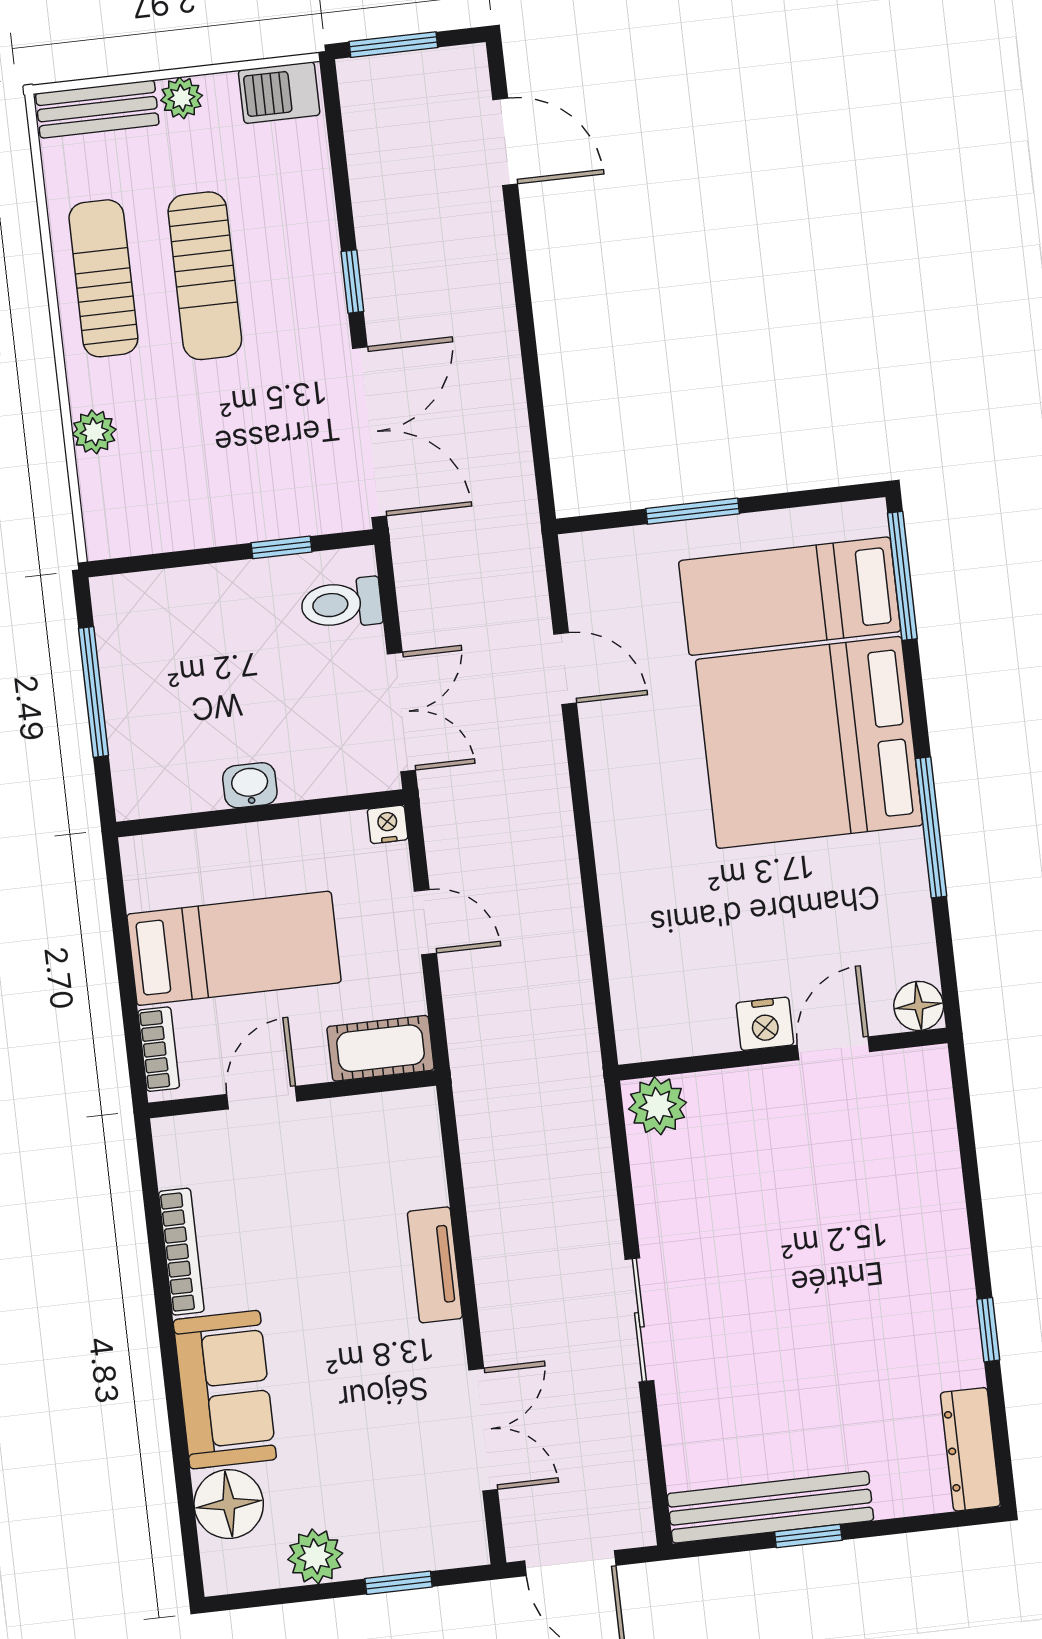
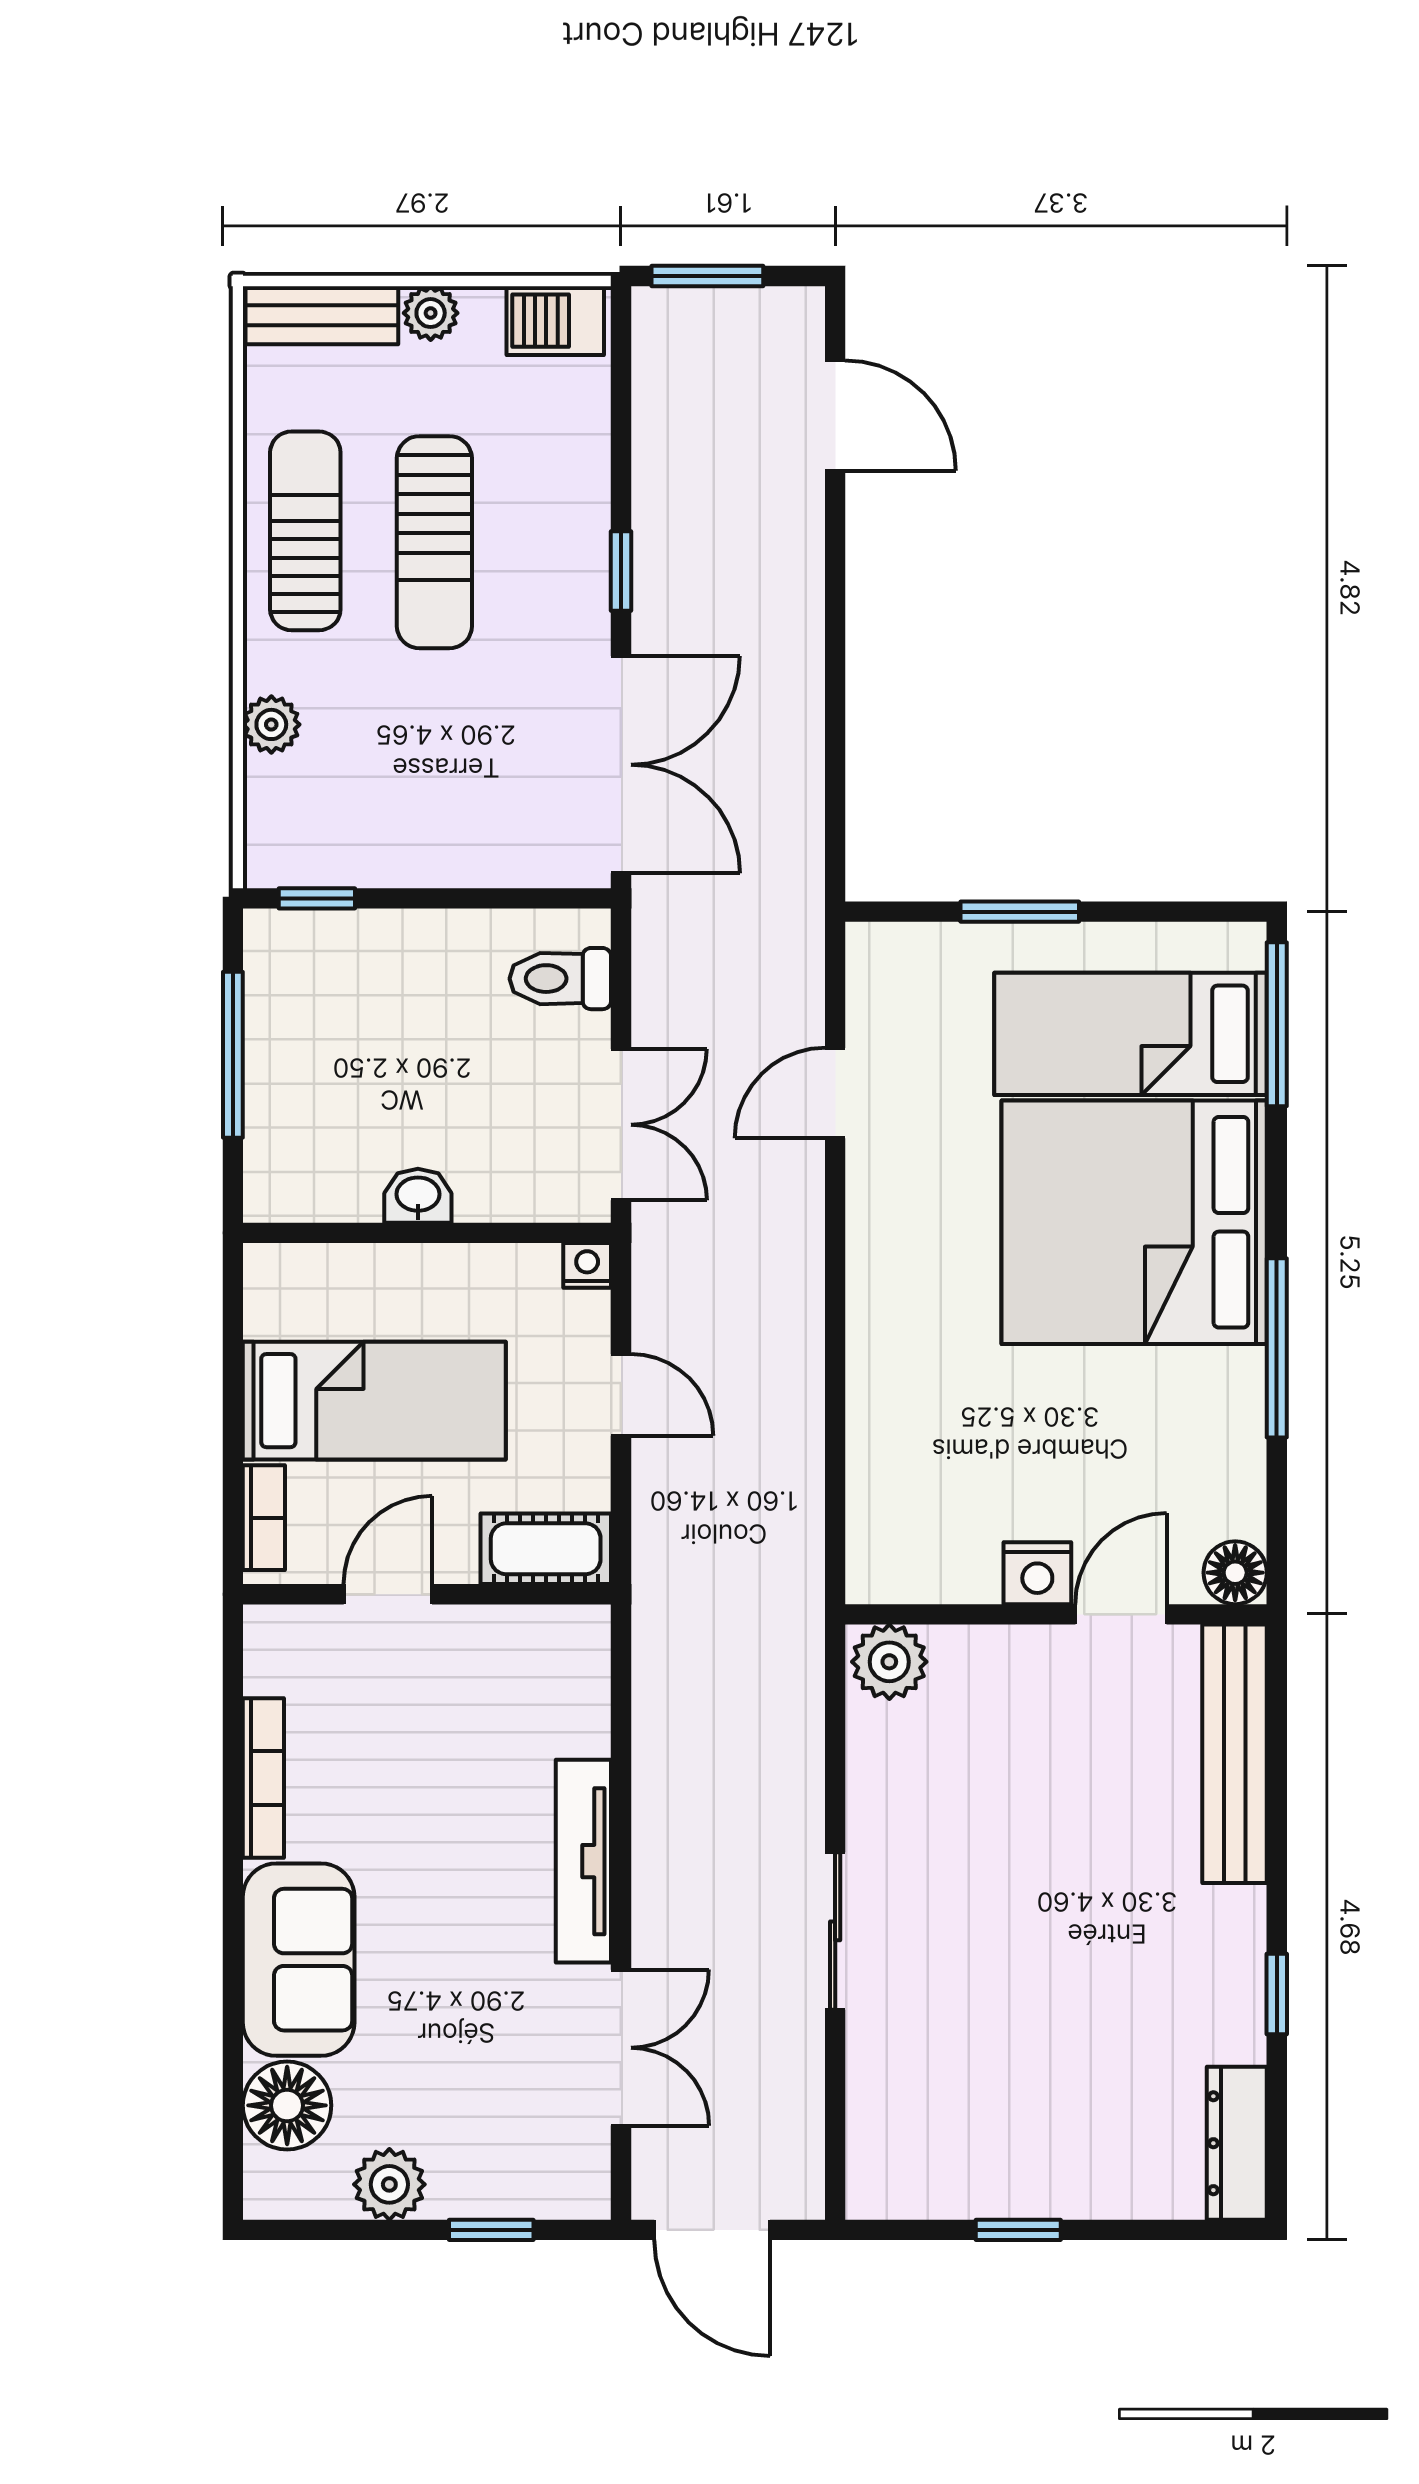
window: (282, 547) -> (317, 898), moved
door: (565, 668) -> (835, 1093), swing flipped
tv unit: (435, 1265) -> (583, 1861), width x1.41
bench: (770, 1507) -> (1235, 1754), moved, turned 90

